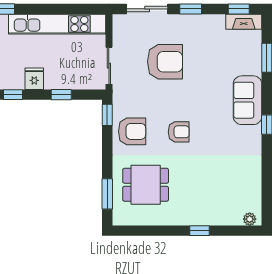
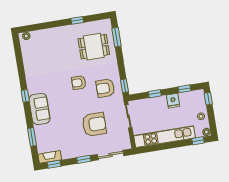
armchair: (165, 62) -> (94, 124), turned 180
armchair: (132, 131) -> (105, 88), moved
window: (199, 231) -> (77, 20), moved

